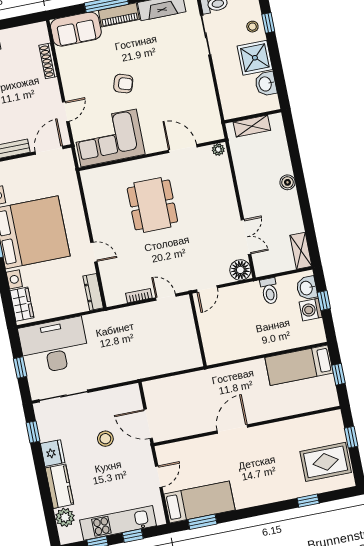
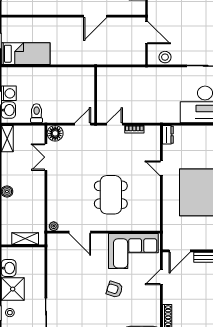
dresser: (93, 292) -> (168, 135), width x0.70
door: (166, 297) -> (115, 124), swing flipped
door: (232, 429) -> (95, 16), moved
stool: (105, 439) -> (165, 57), moved

